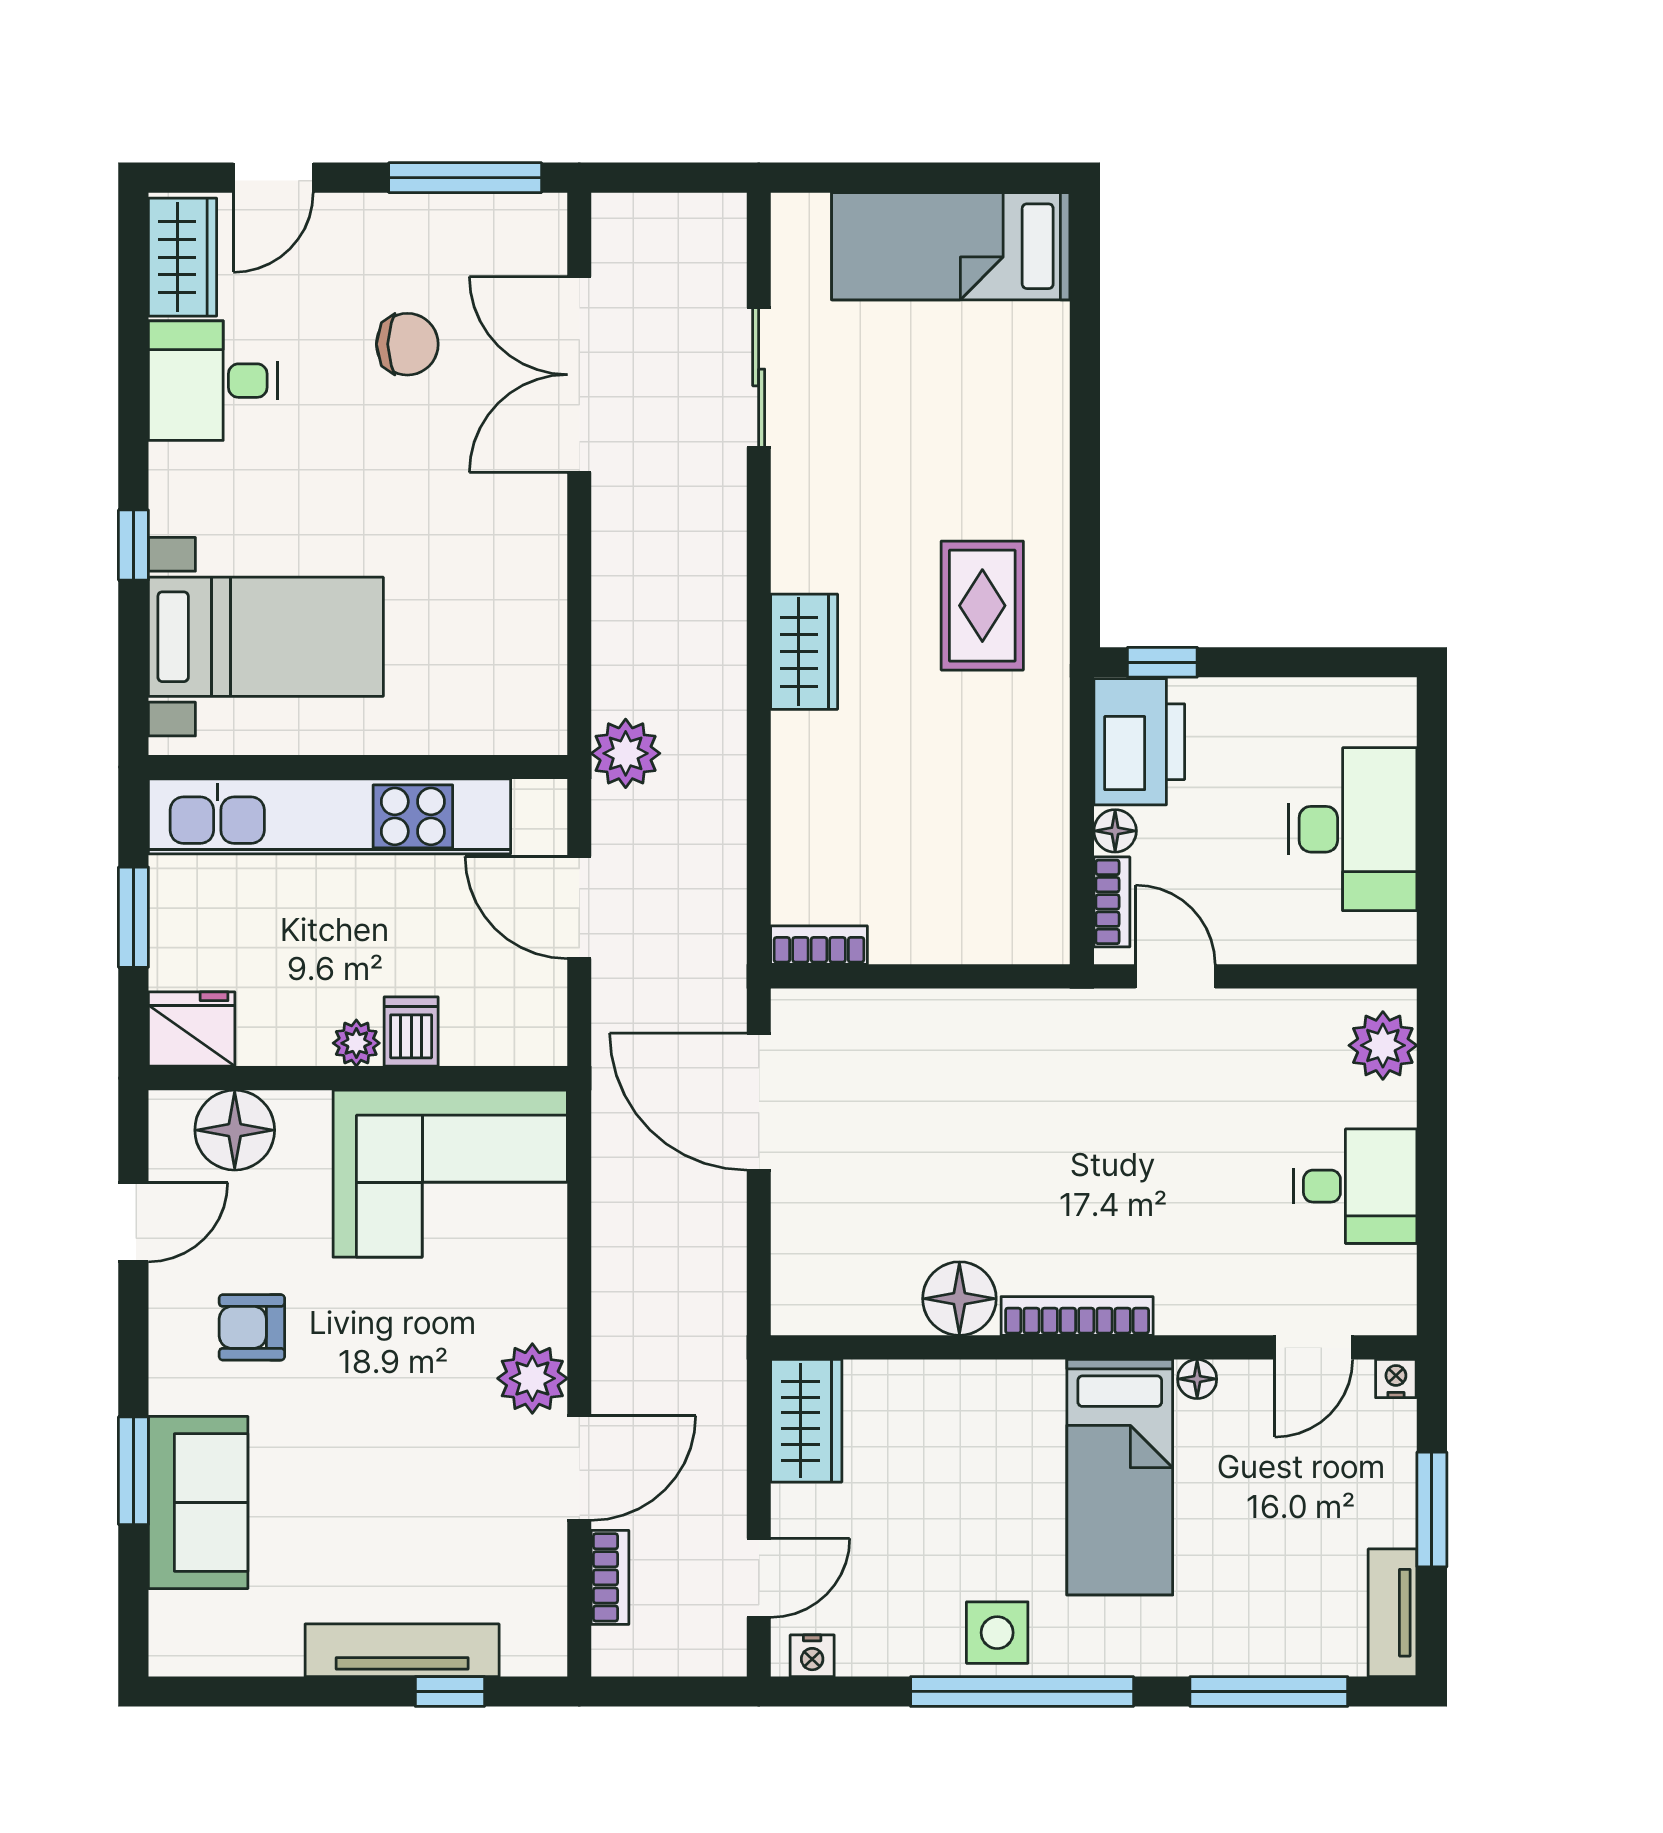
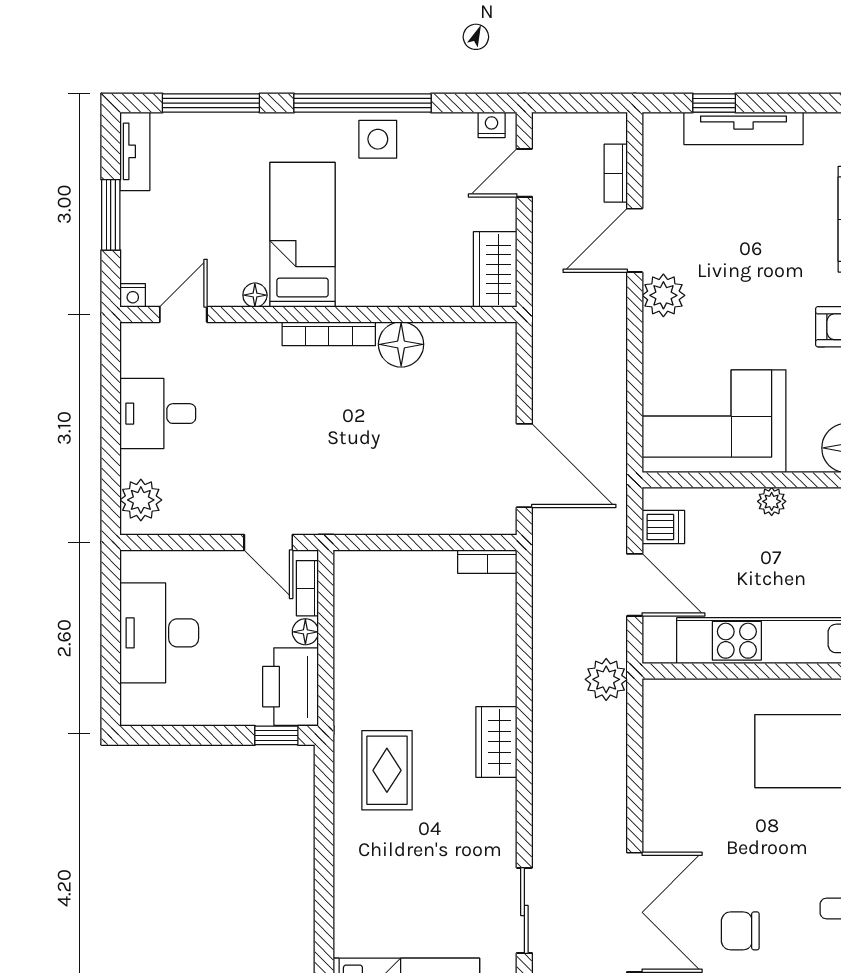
dishwasher: (411, 1031) -> (663, 527), moved, turned -90

